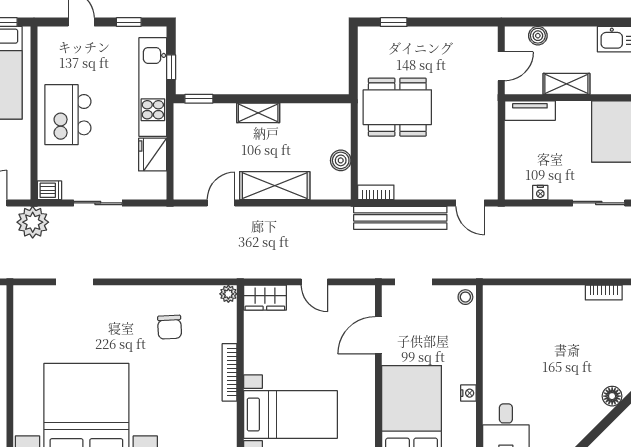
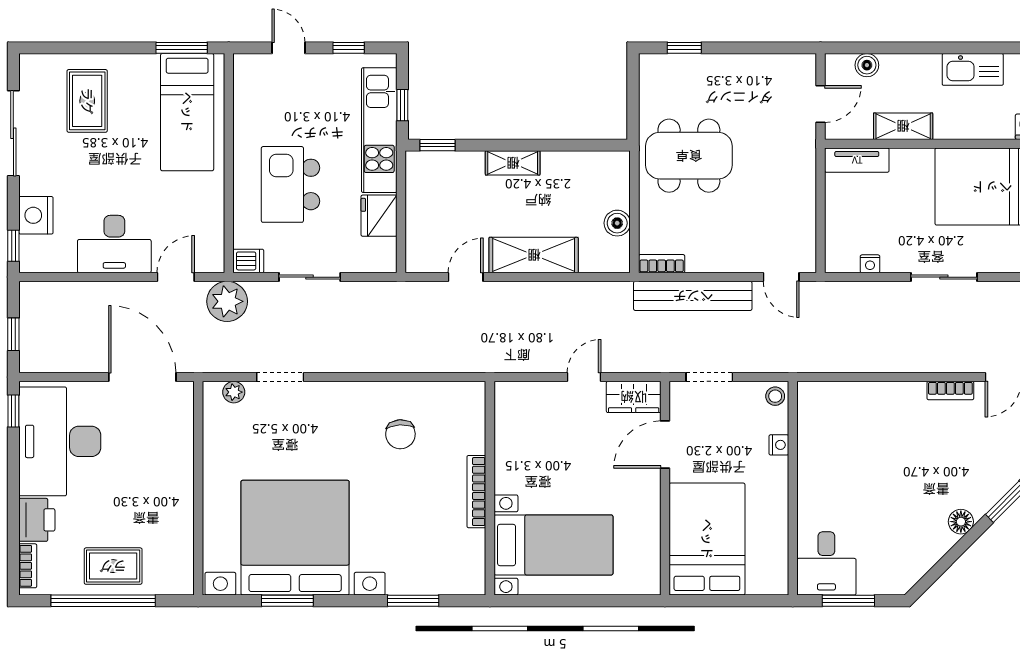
kitchen island: (68, 115) -> (291, 184), moved
door: (314, 282) -> (584, 377), swing flipped
plant: (228, 294) -> (234, 392), moved
wardrobe: (265, 298) -> (634, 397), moved
nightstand: (468, 393) -> (779, 445), moved

